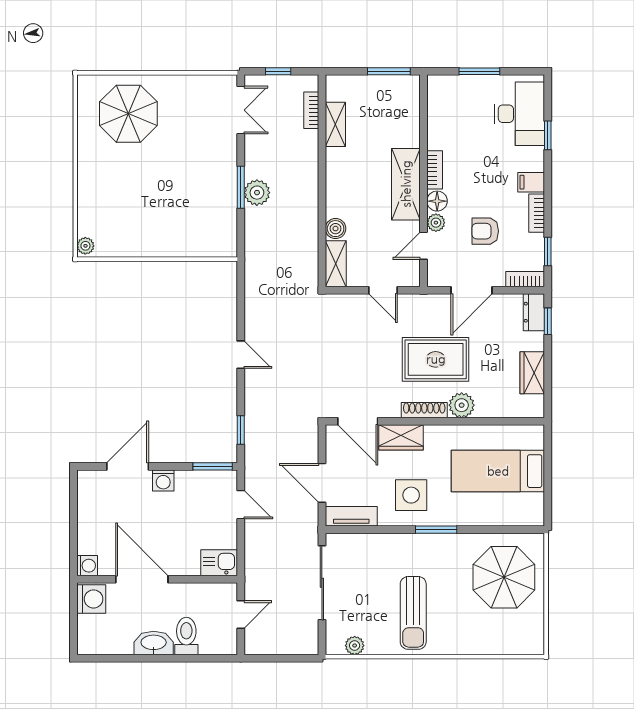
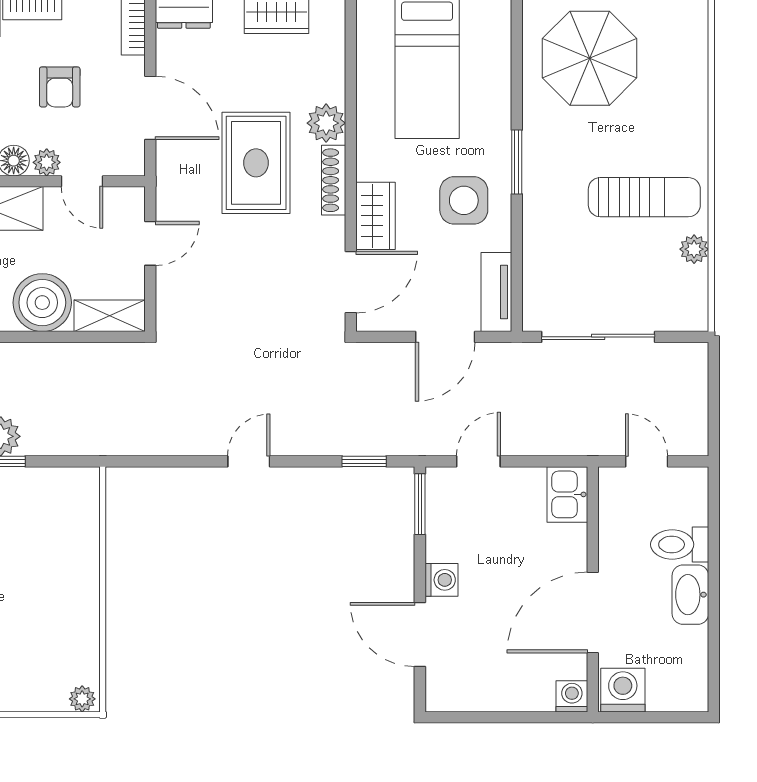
boiler: (336, 229) -> (42, 303), width x1.86, depth x1.86
plant: (355, 646) -> (694, 249), moved

